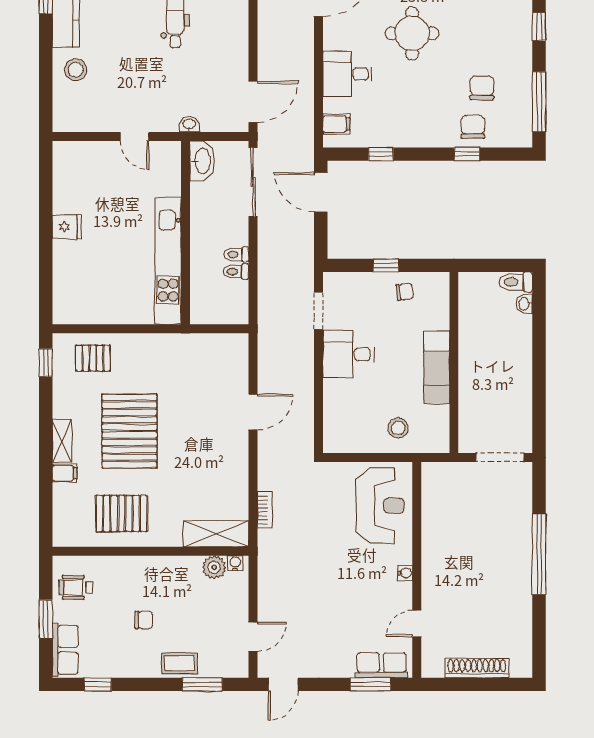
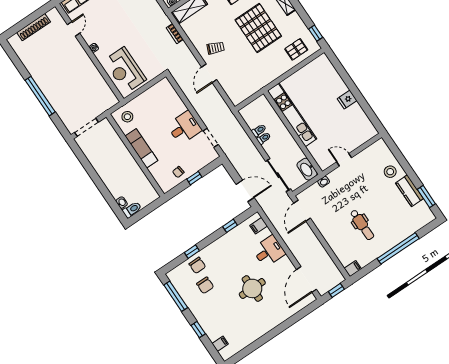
stool: (398, 428) -> (127, 117), moved
trolley: (216, 445) -> (216, 48), added

